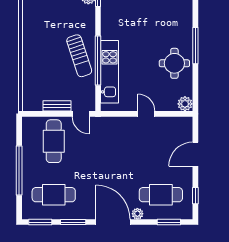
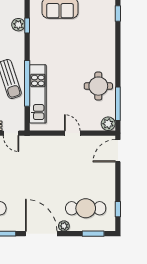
window: (195, 46) -> (118, 104), moved
door: (195, 154) -> (118, 151), moved

